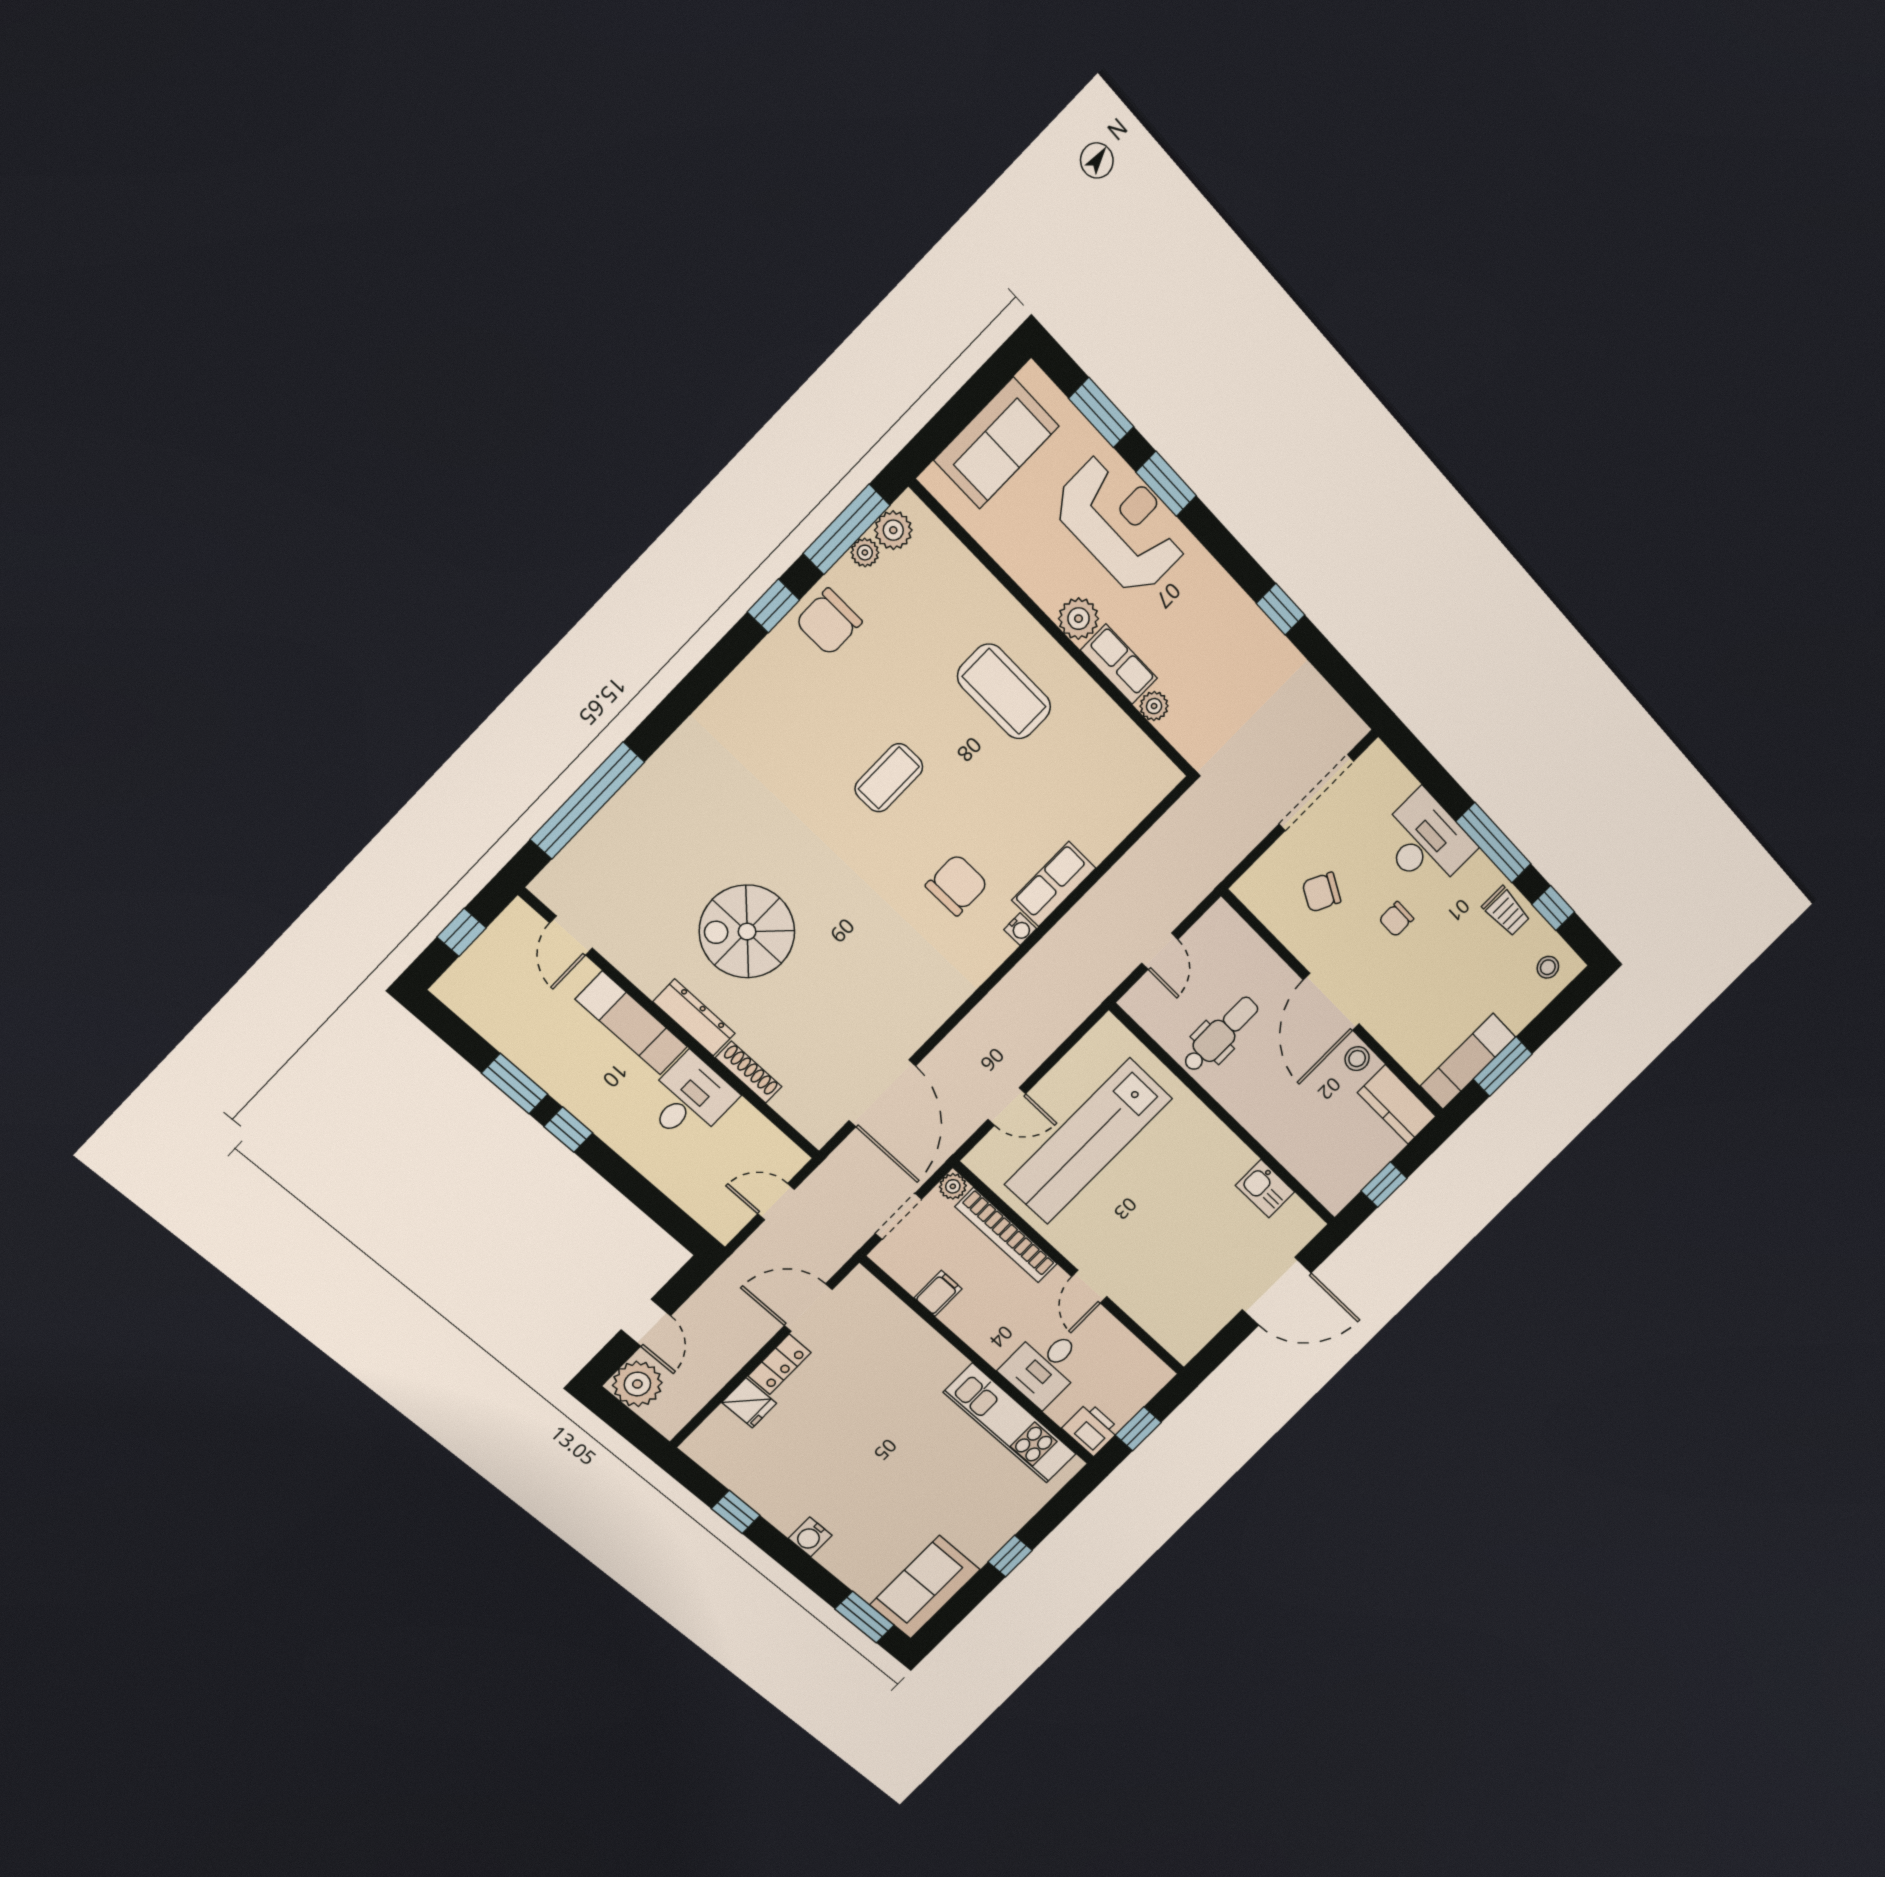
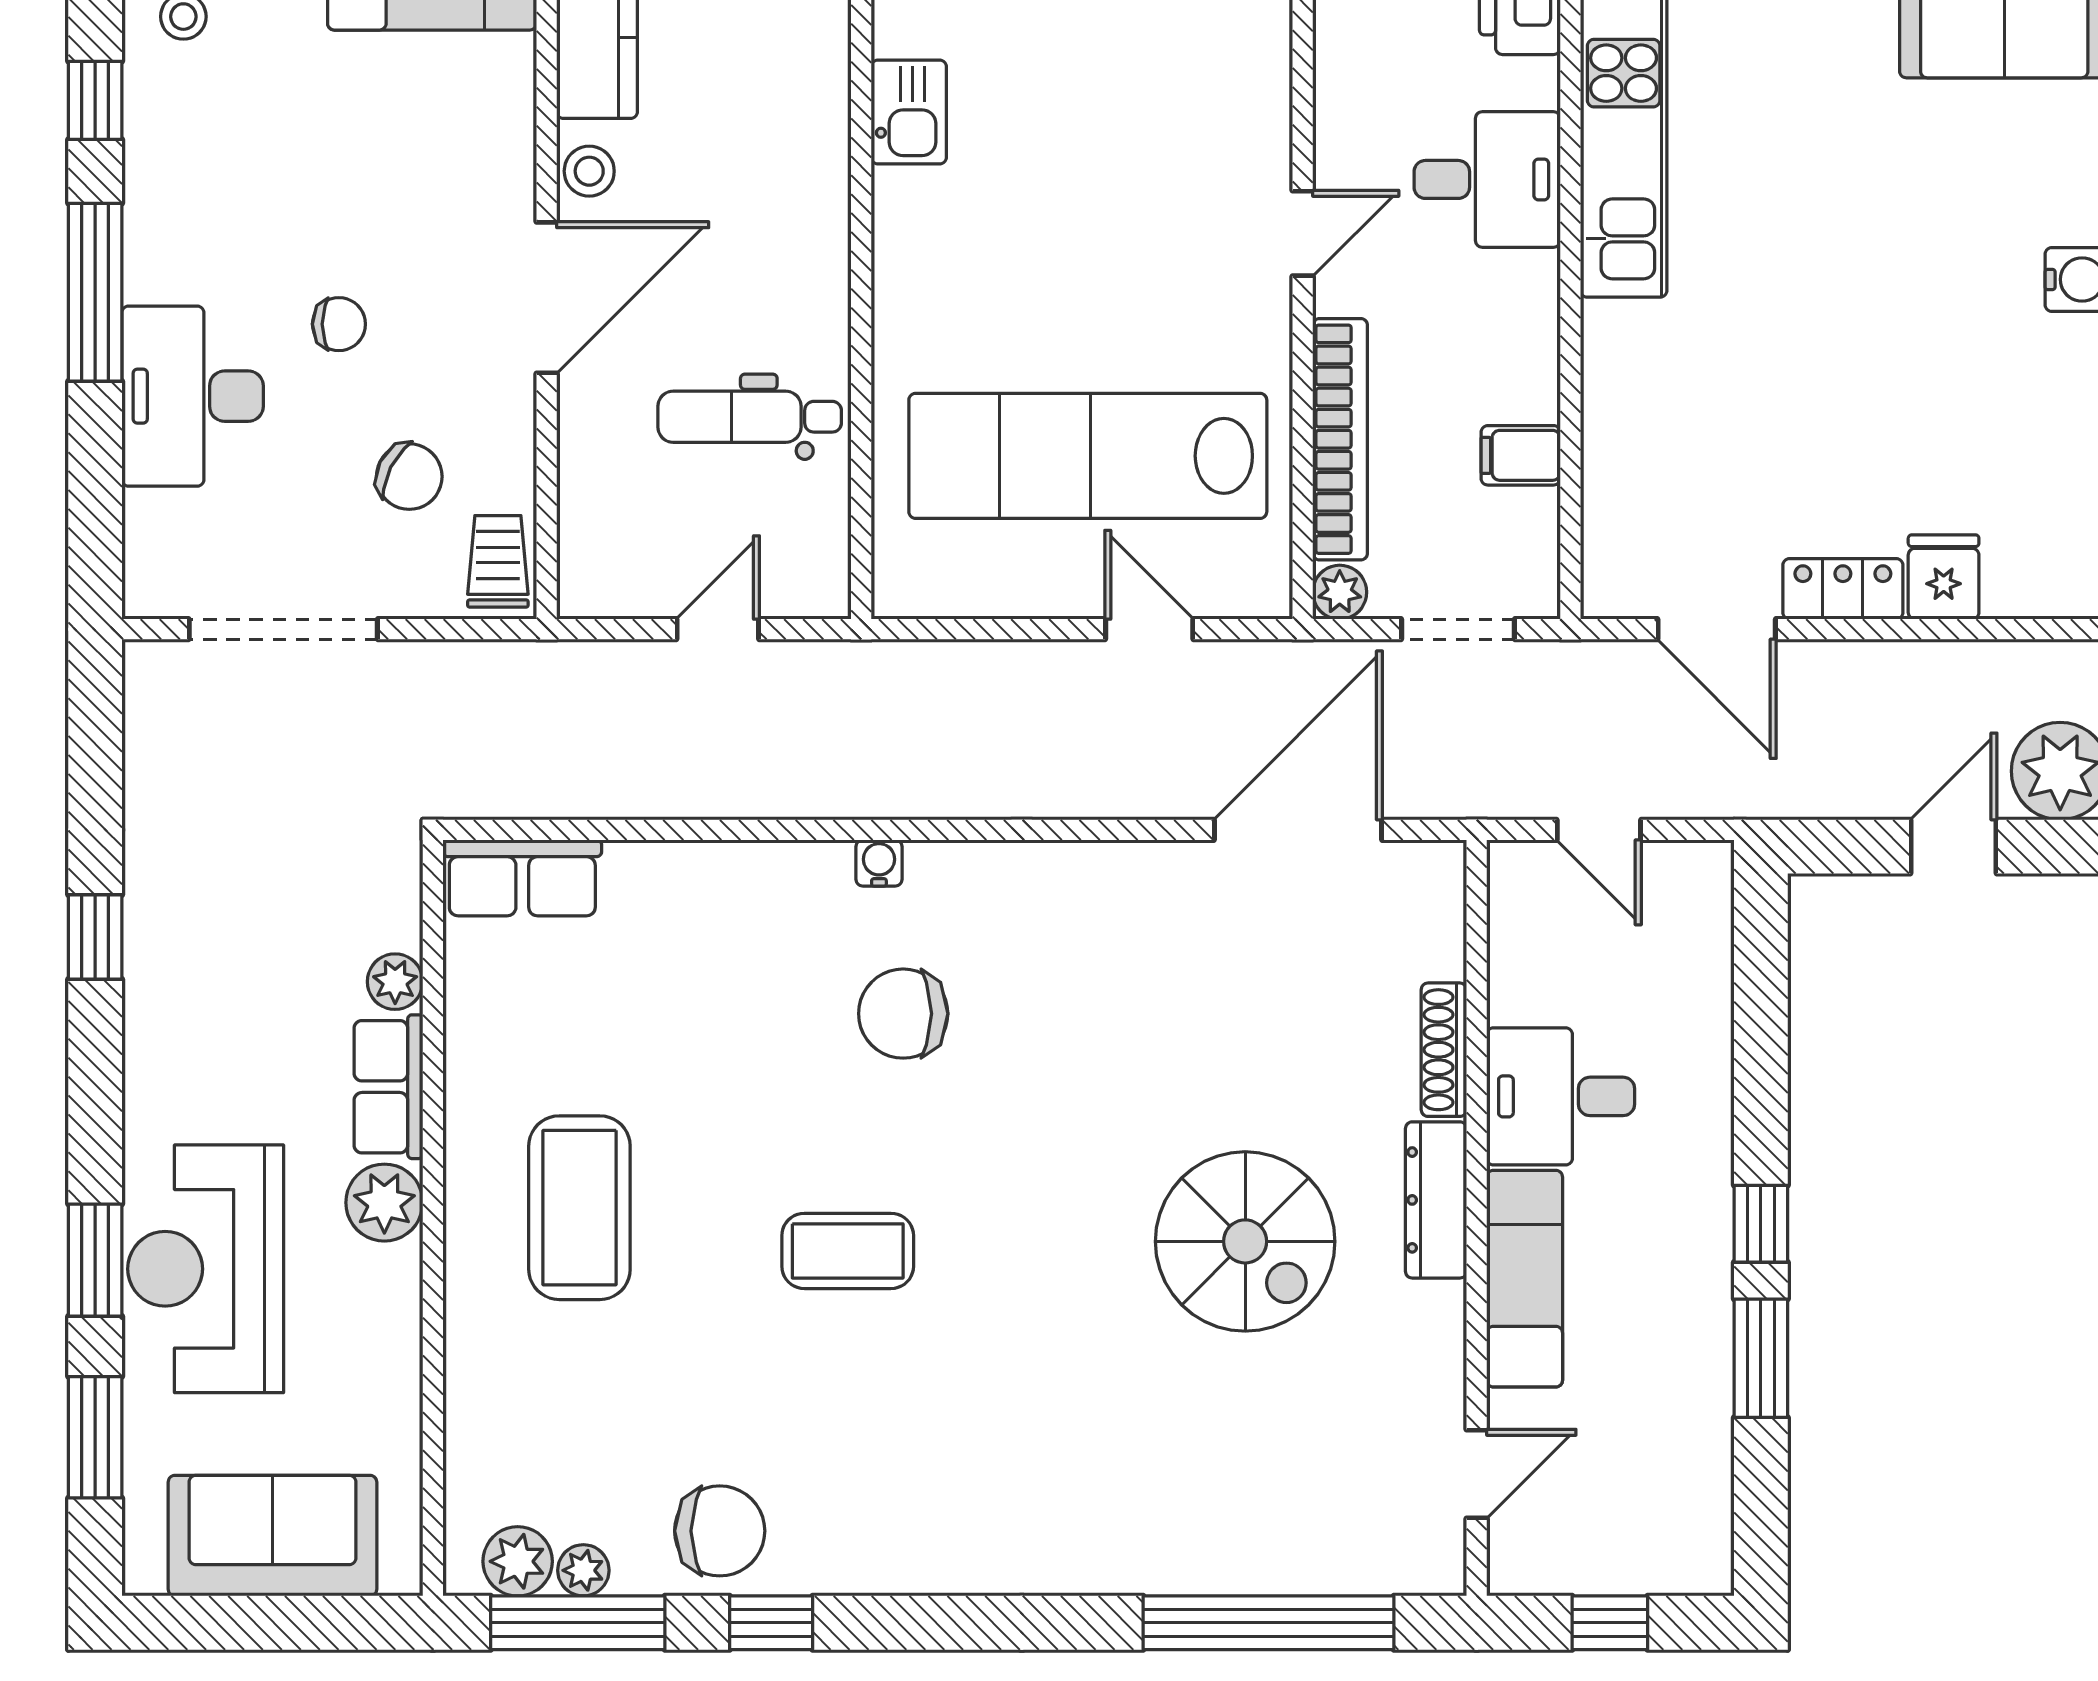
row of seats: (1054, 884) -> (522, 878), moved
trolley: (1506, 911) -> (498, 561), moved
lab bench: (1088, 1141) -> (1088, 456), turned 180

